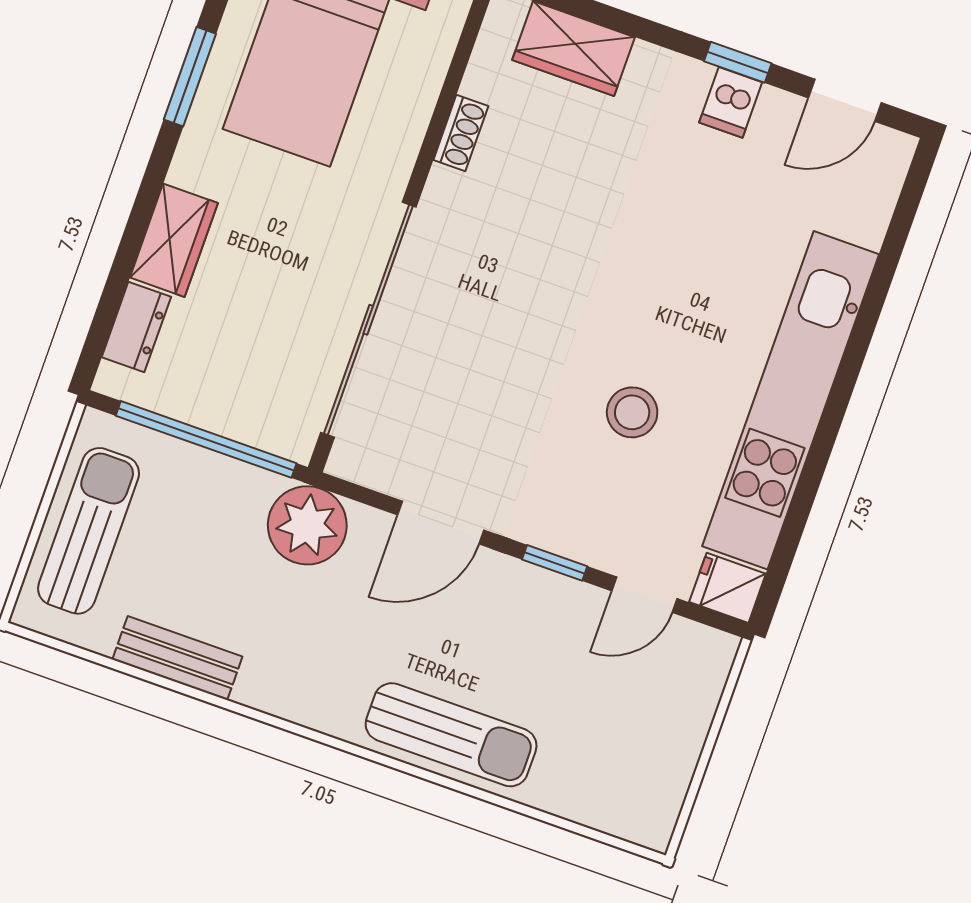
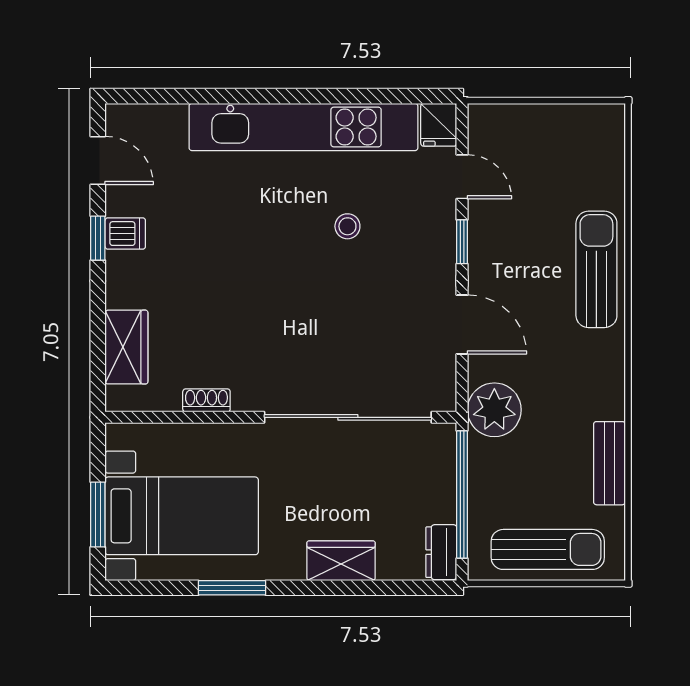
dresser: (136, 327) -> (441, 552), moved, turned -90
stool: (632, 412) -> (347, 226), width x0.73, depth x0.73
sun lounger: (89, 531) -> (548, 549), turned 180

